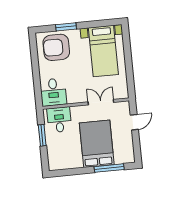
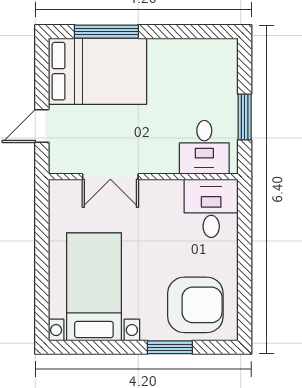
bed: (97, 144) -> (97, 71), moved, turned -90

